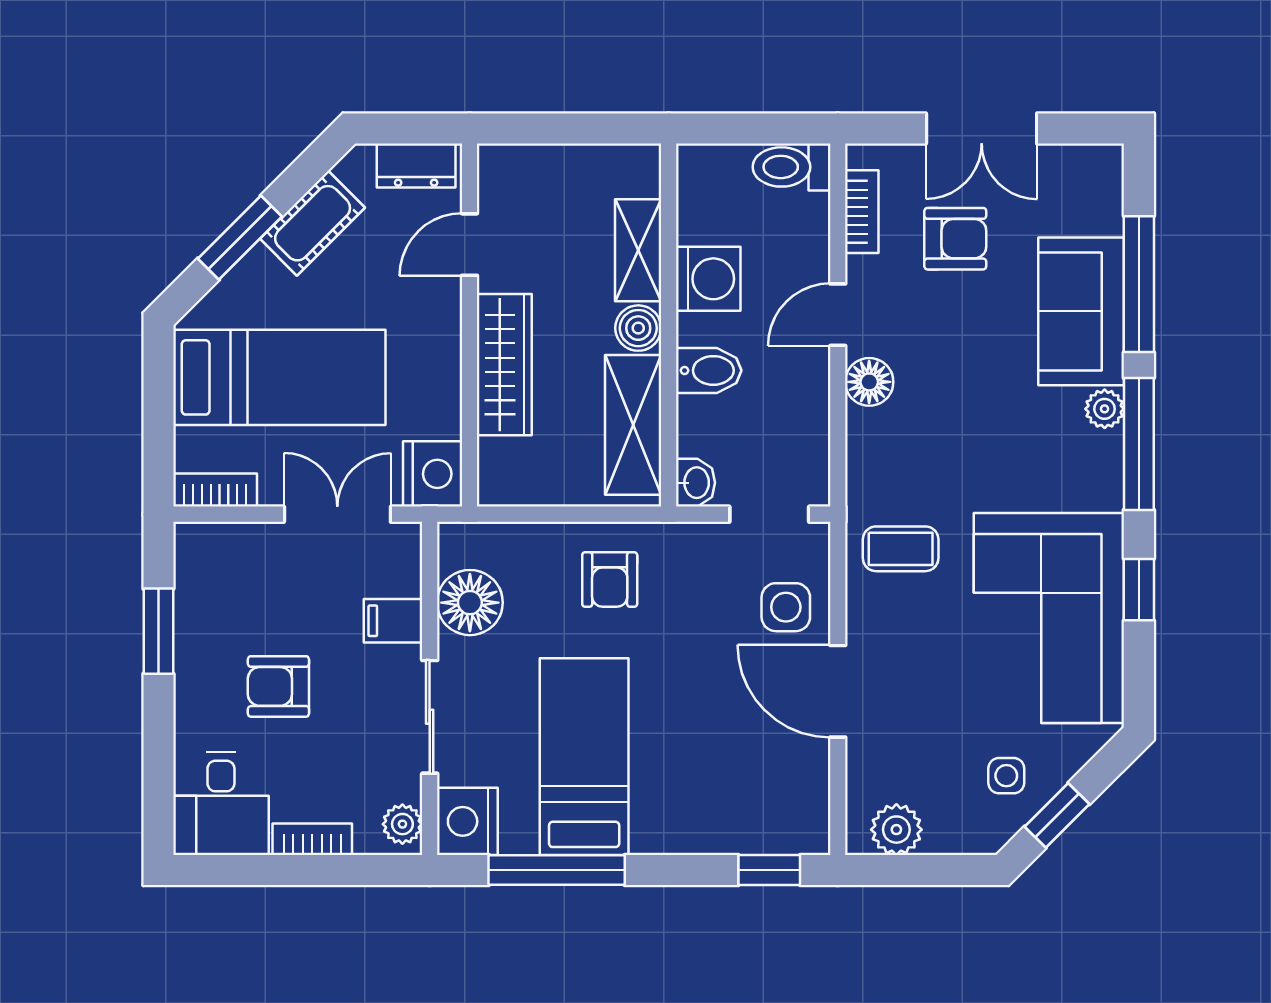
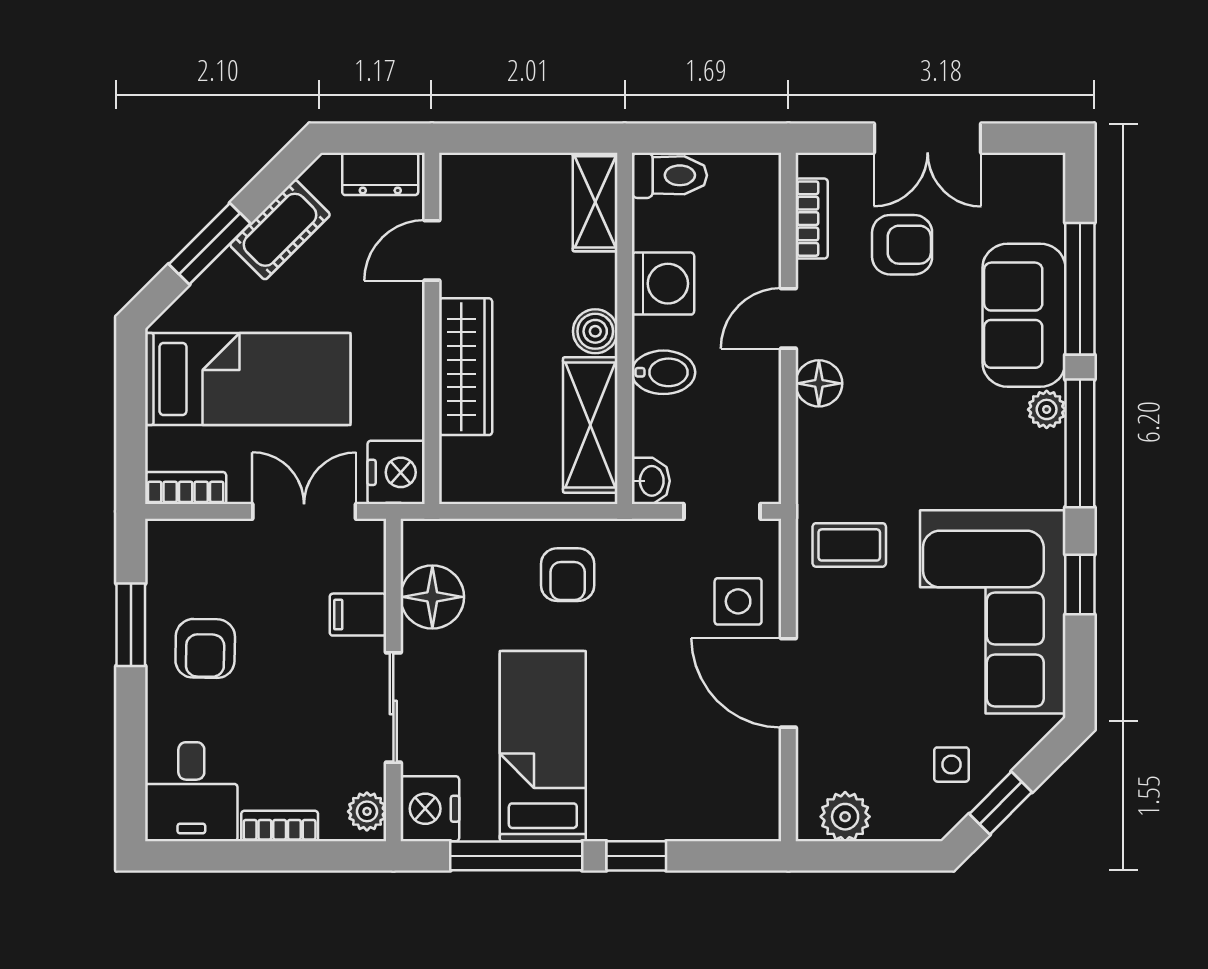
toilet: (792, 167) -> (669, 175), moved, turned 180
shelving: (638, 250) -> (595, 202), moved
armchair: (278, 686) -> (205, 648), moved, turned -89
window: (769, 870) -> (636, 856), moved

